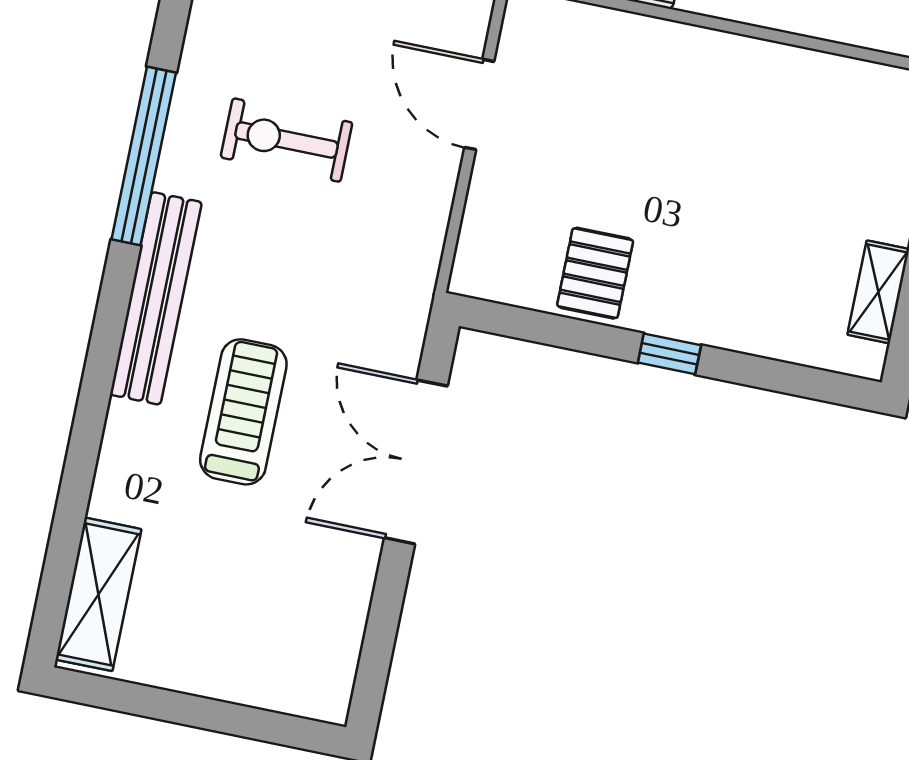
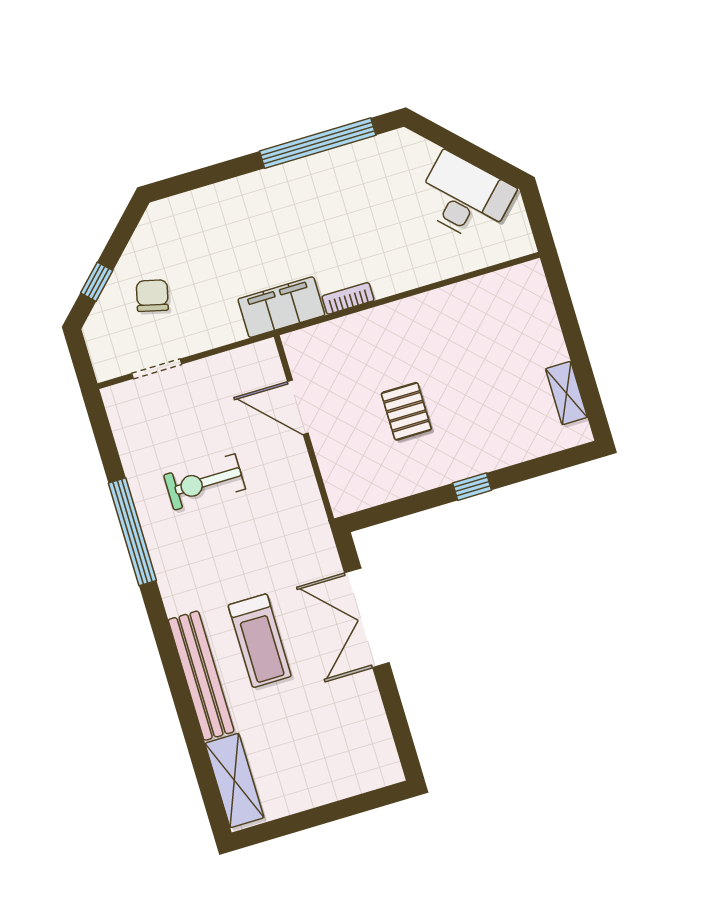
pallet: (595, 273) -> (406, 411), moved
bench: (156, 298) -> (201, 676), moved
treadmill: (243, 412) -> (260, 641), turned 180

